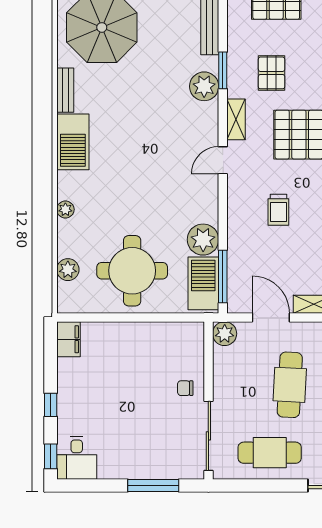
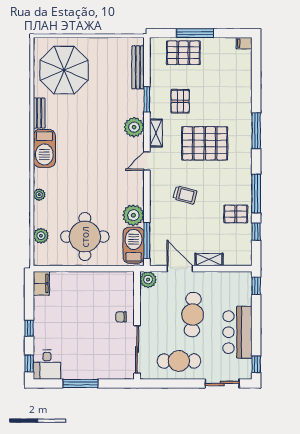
plant: (204, 86) -> (134, 127), moved
trolley: (278, 210) -> (185, 195), turned -75
window: (153, 486) -> (80, 383), moved

